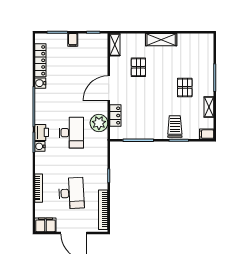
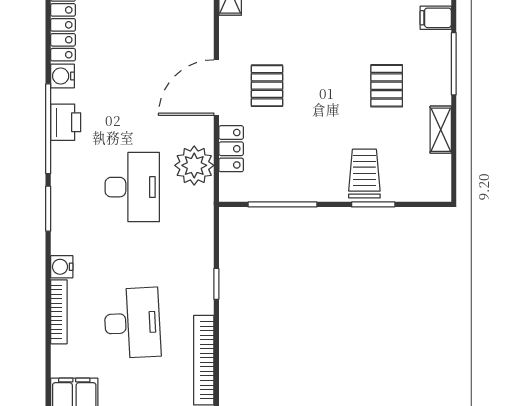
pallet: (138, 67) -> (267, 86), moved
printer: (42, 132) -> (66, 122), moved
filing cabinet: (207, 134) -> (436, 18), moved
water cooler: (40, 146) -> (62, 267), moved

